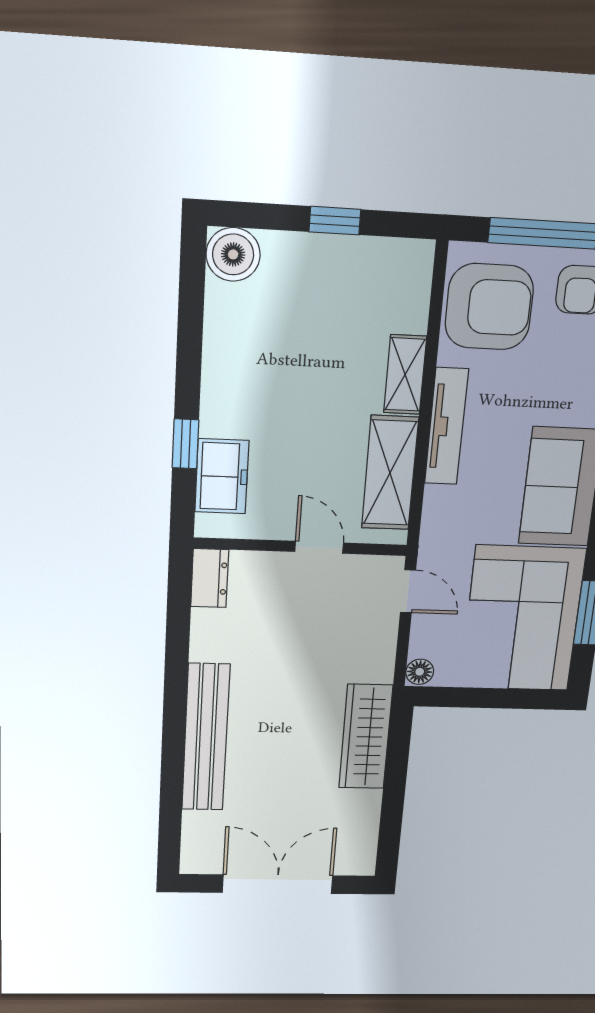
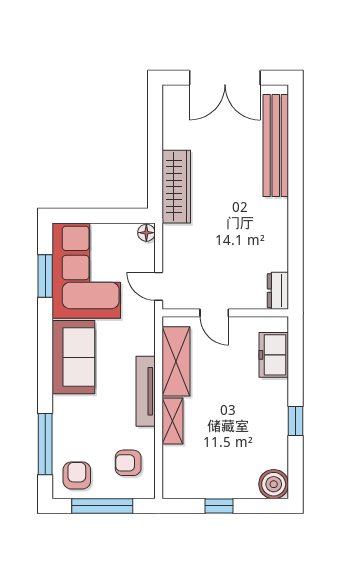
armchair: (489, 307) -> (128, 463), width x0.53, depth x0.53
window: (185, 444) -> (295, 421), moved
bench: (206, 738) -> (276, 146), moved

